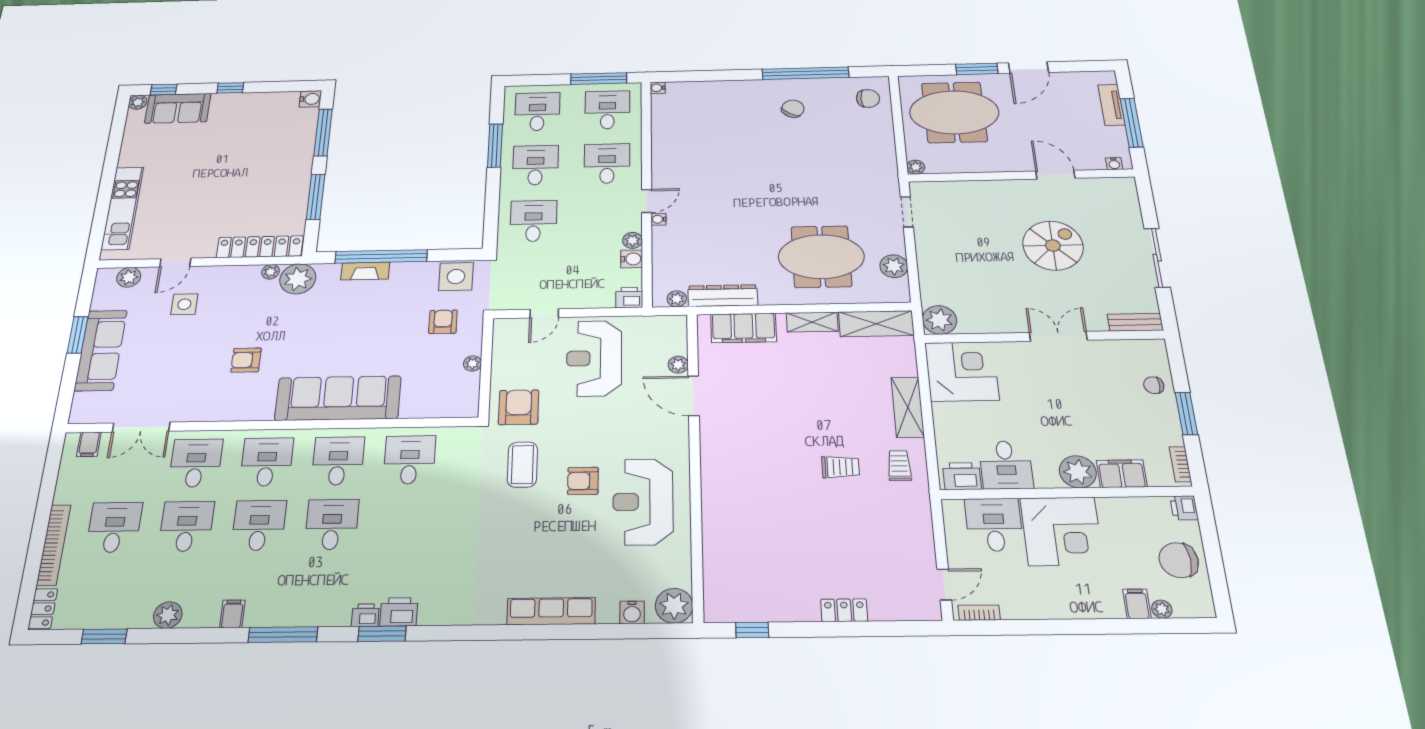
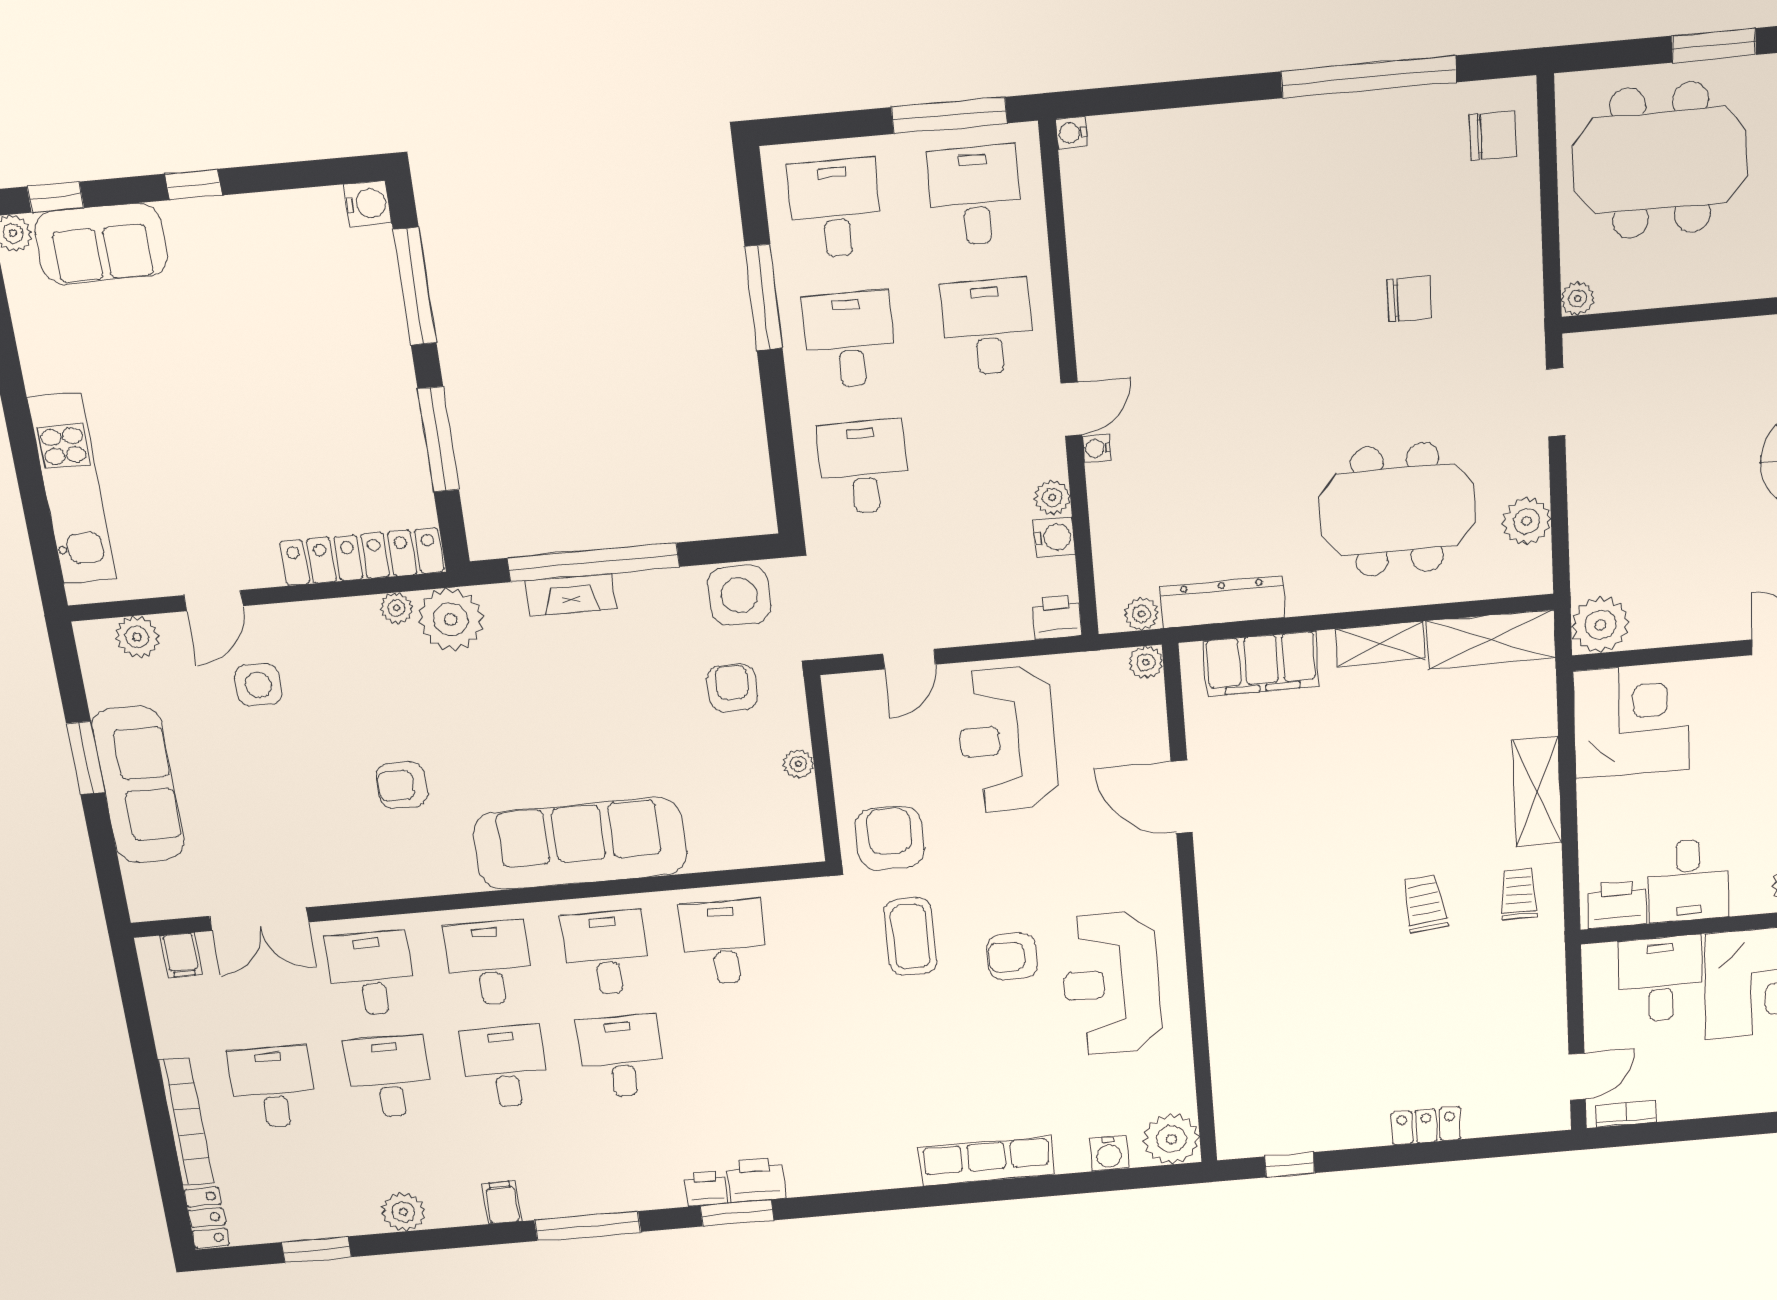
chair: (793, 109) -> (1409, 299), moved, turned 59
plant: (678, 365) -> (1146, 662), moved
trolley: (841, 467) -> (1425, 903), turned -97

